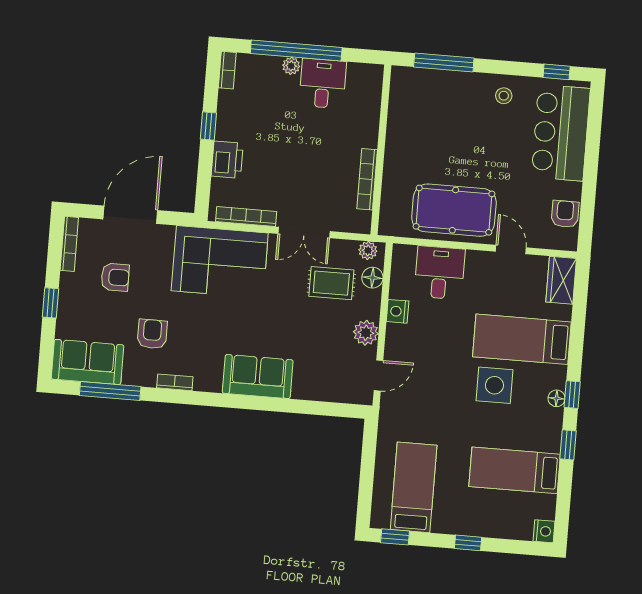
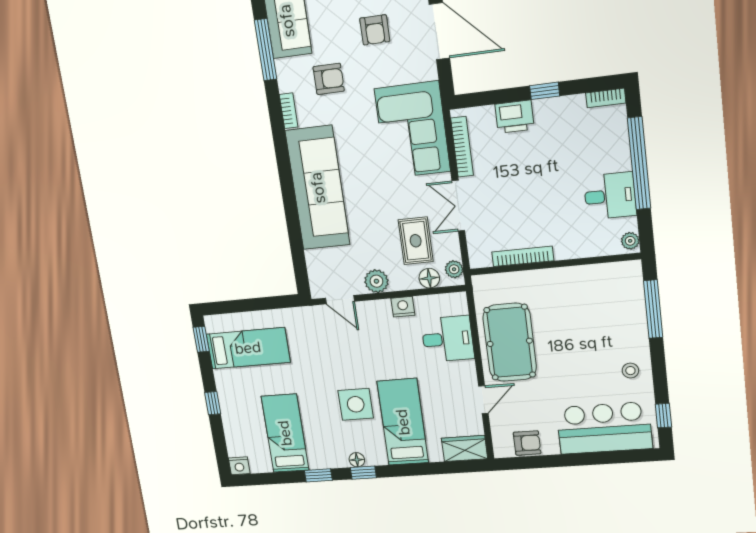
plant: (291, 66) -> (630, 241), moved
sofa: (258, 377) -> (318, 188), width x1.85, depth x1.27

